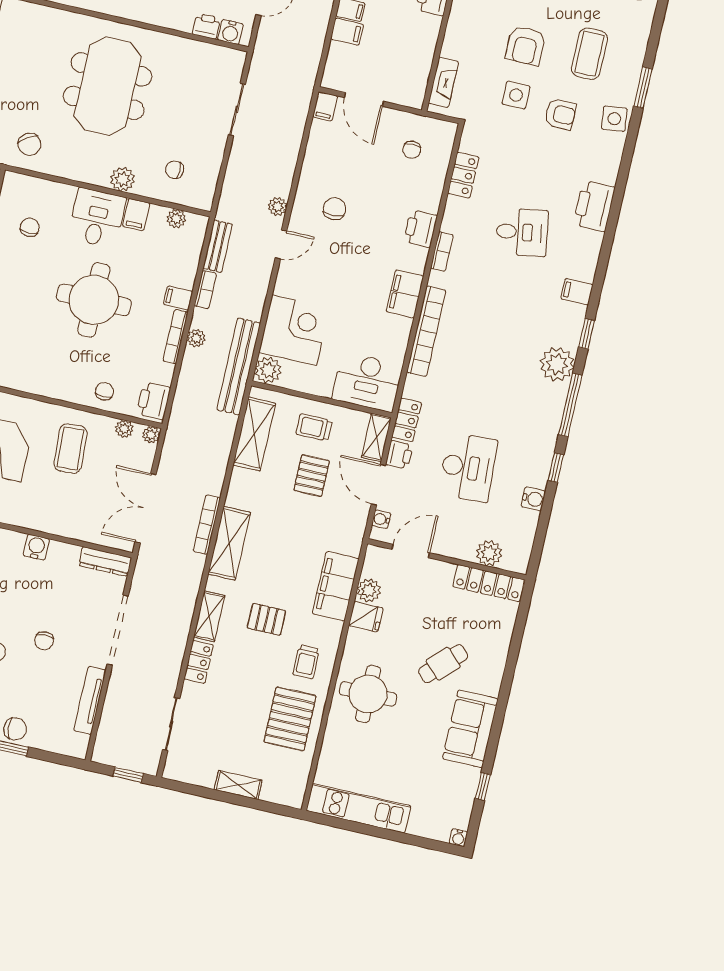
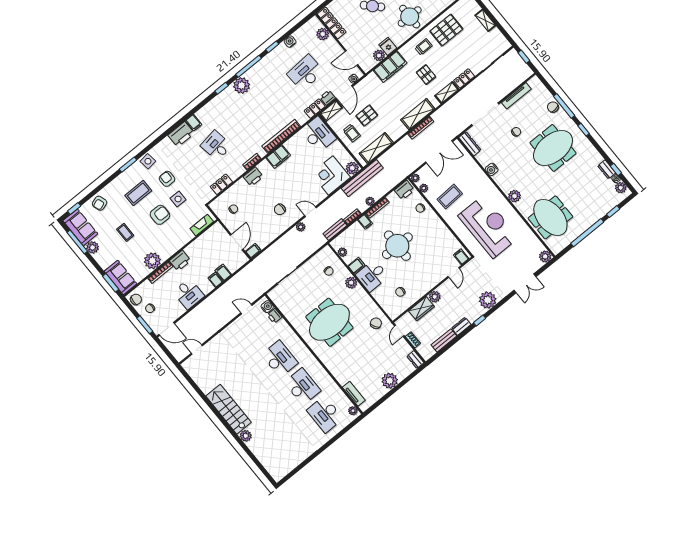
filing cabinet: (577, 292) -> (194, 123), moved

